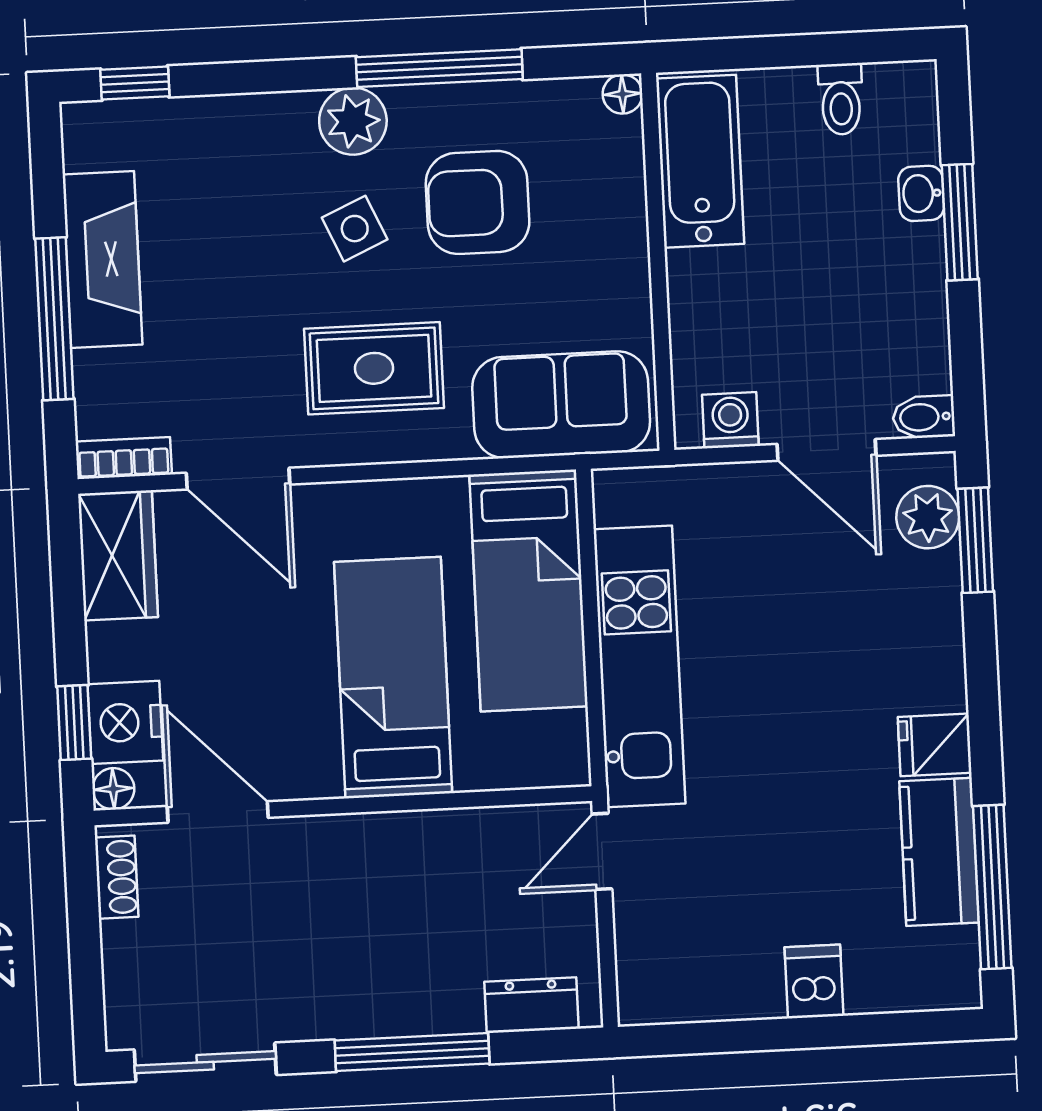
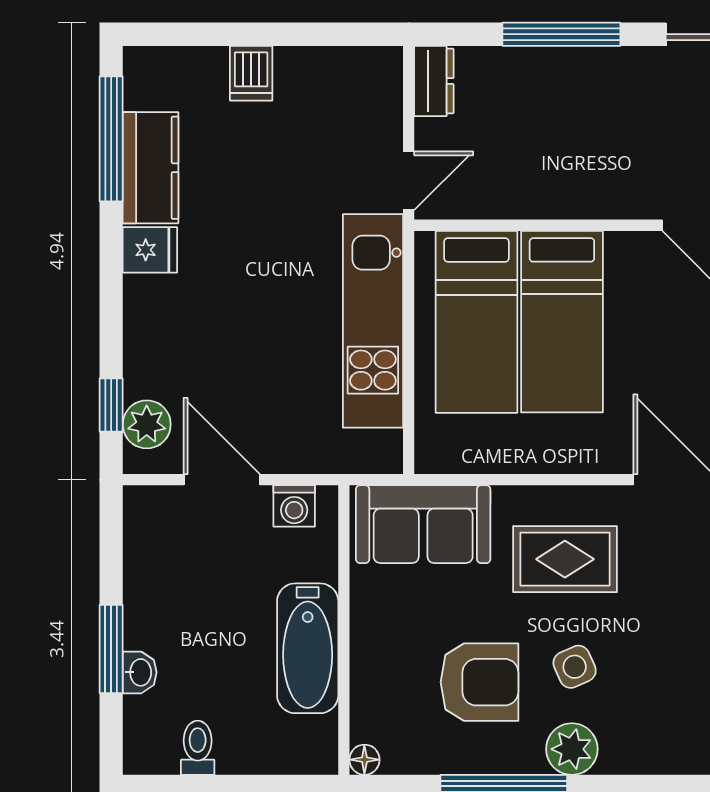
bathtub: (700, 161) -> (308, 648), moved
bidet: (924, 417) -> (146, 501), removed
window: (975, 540) -> (111, 405), width x0.67
bed: (528, 590) -> (476, 322), moved, turned 180
dresser: (531, 1005) -> (434, 81), moved, turned -90

